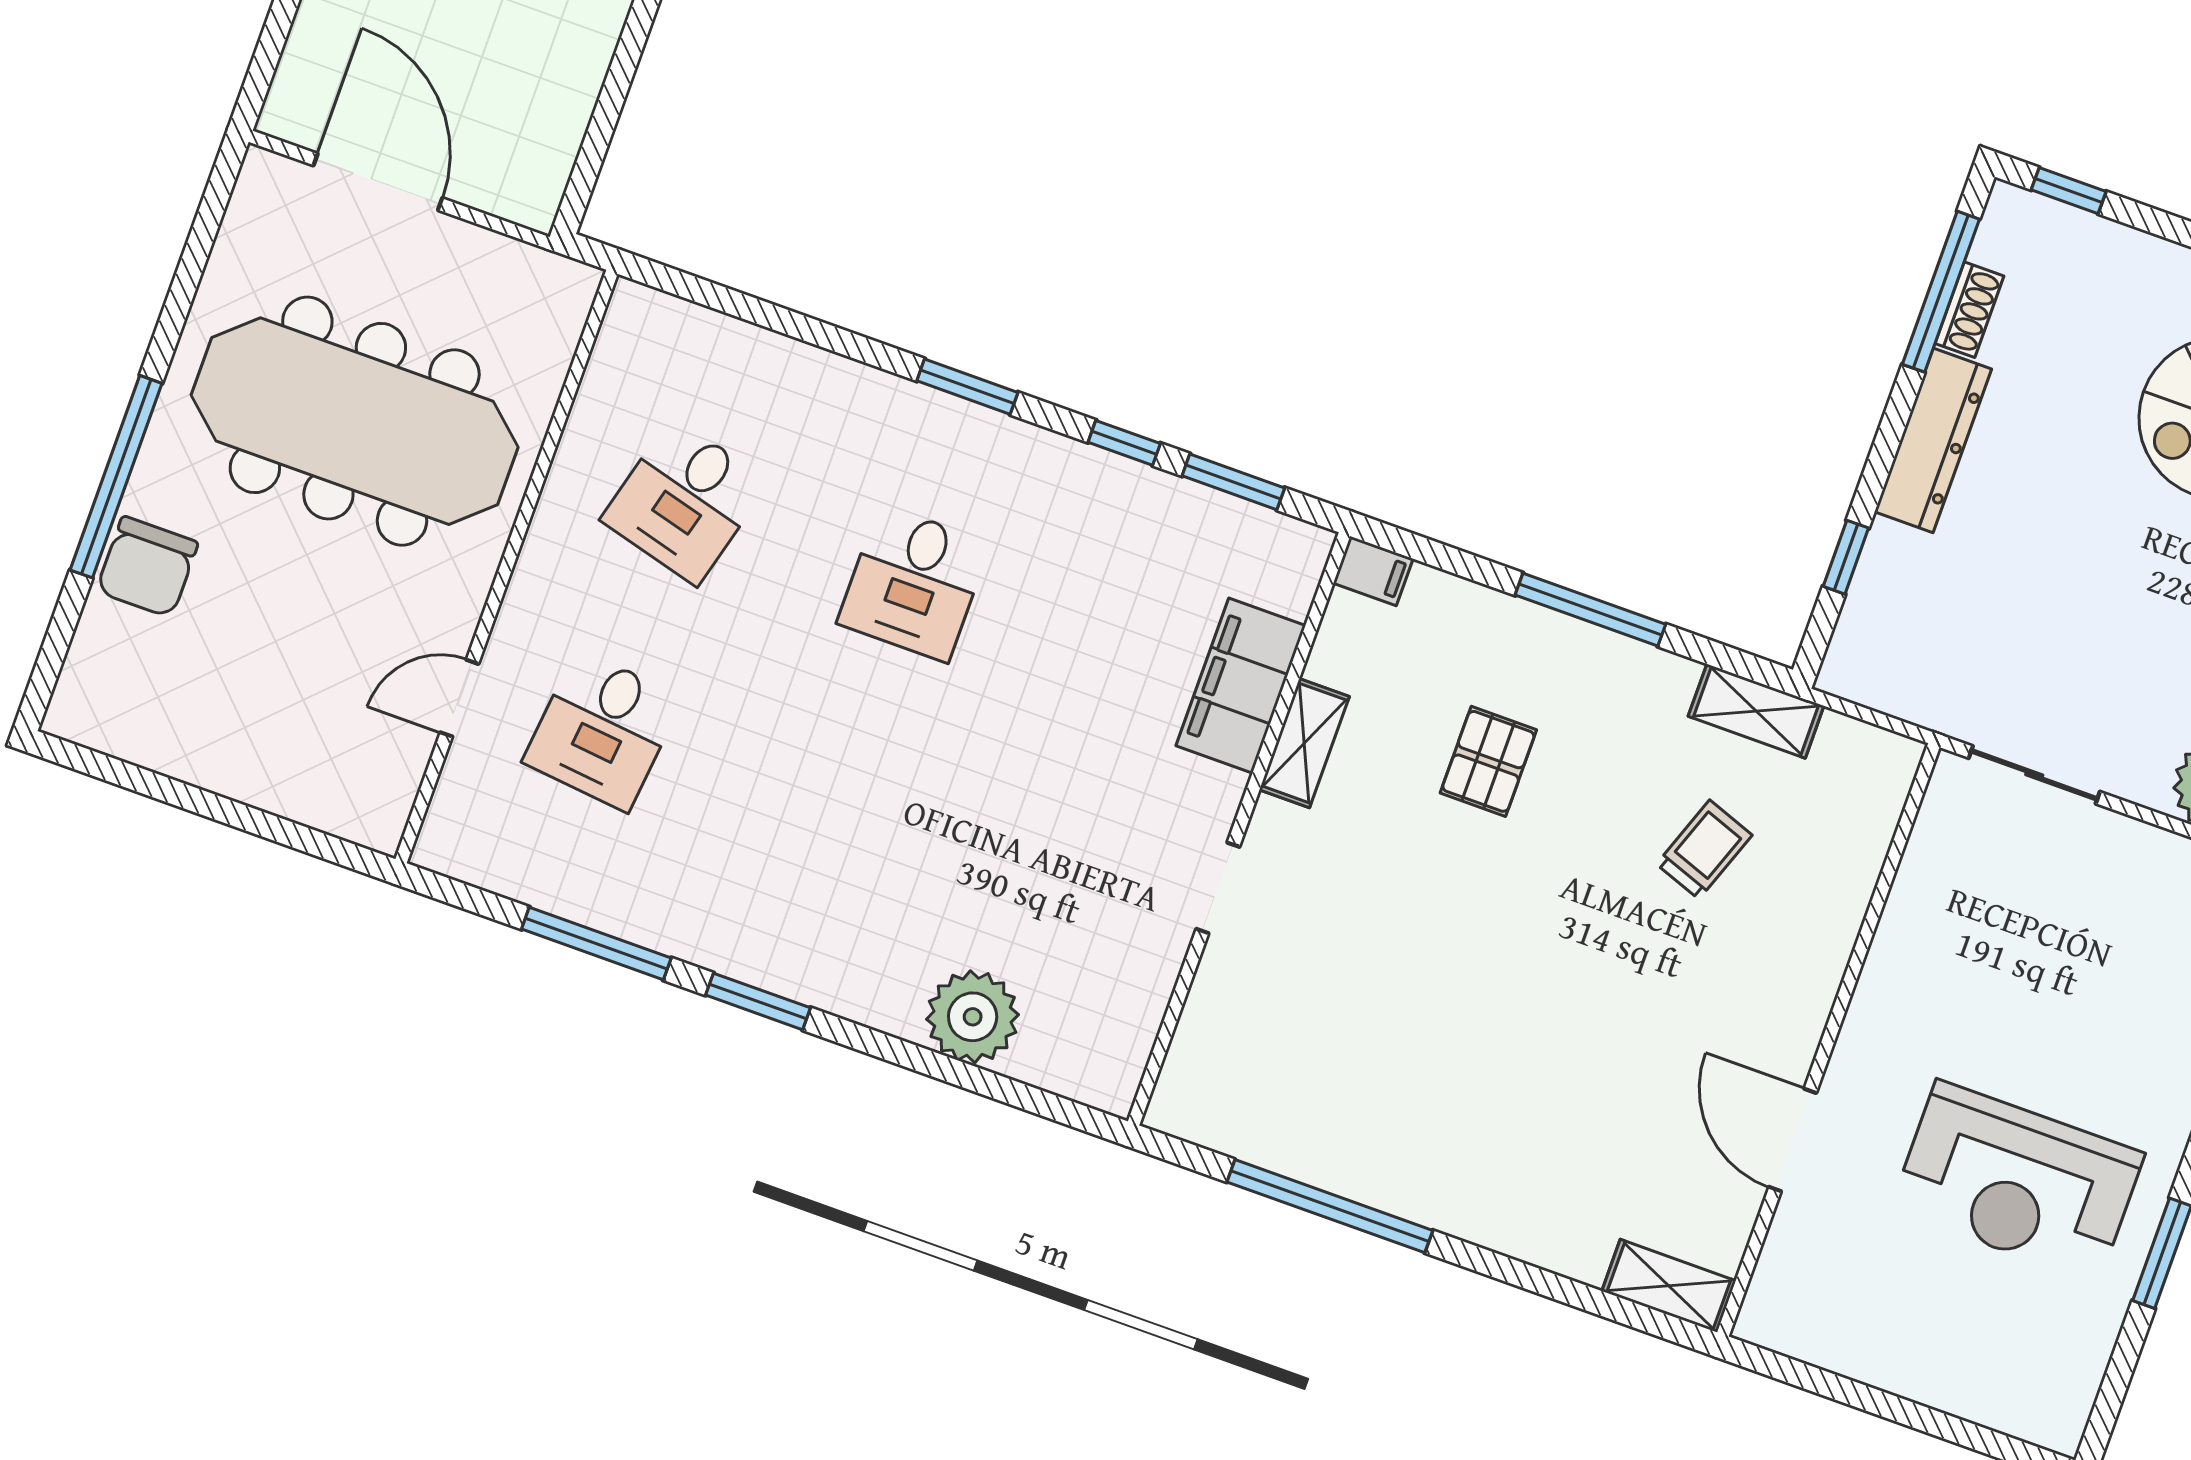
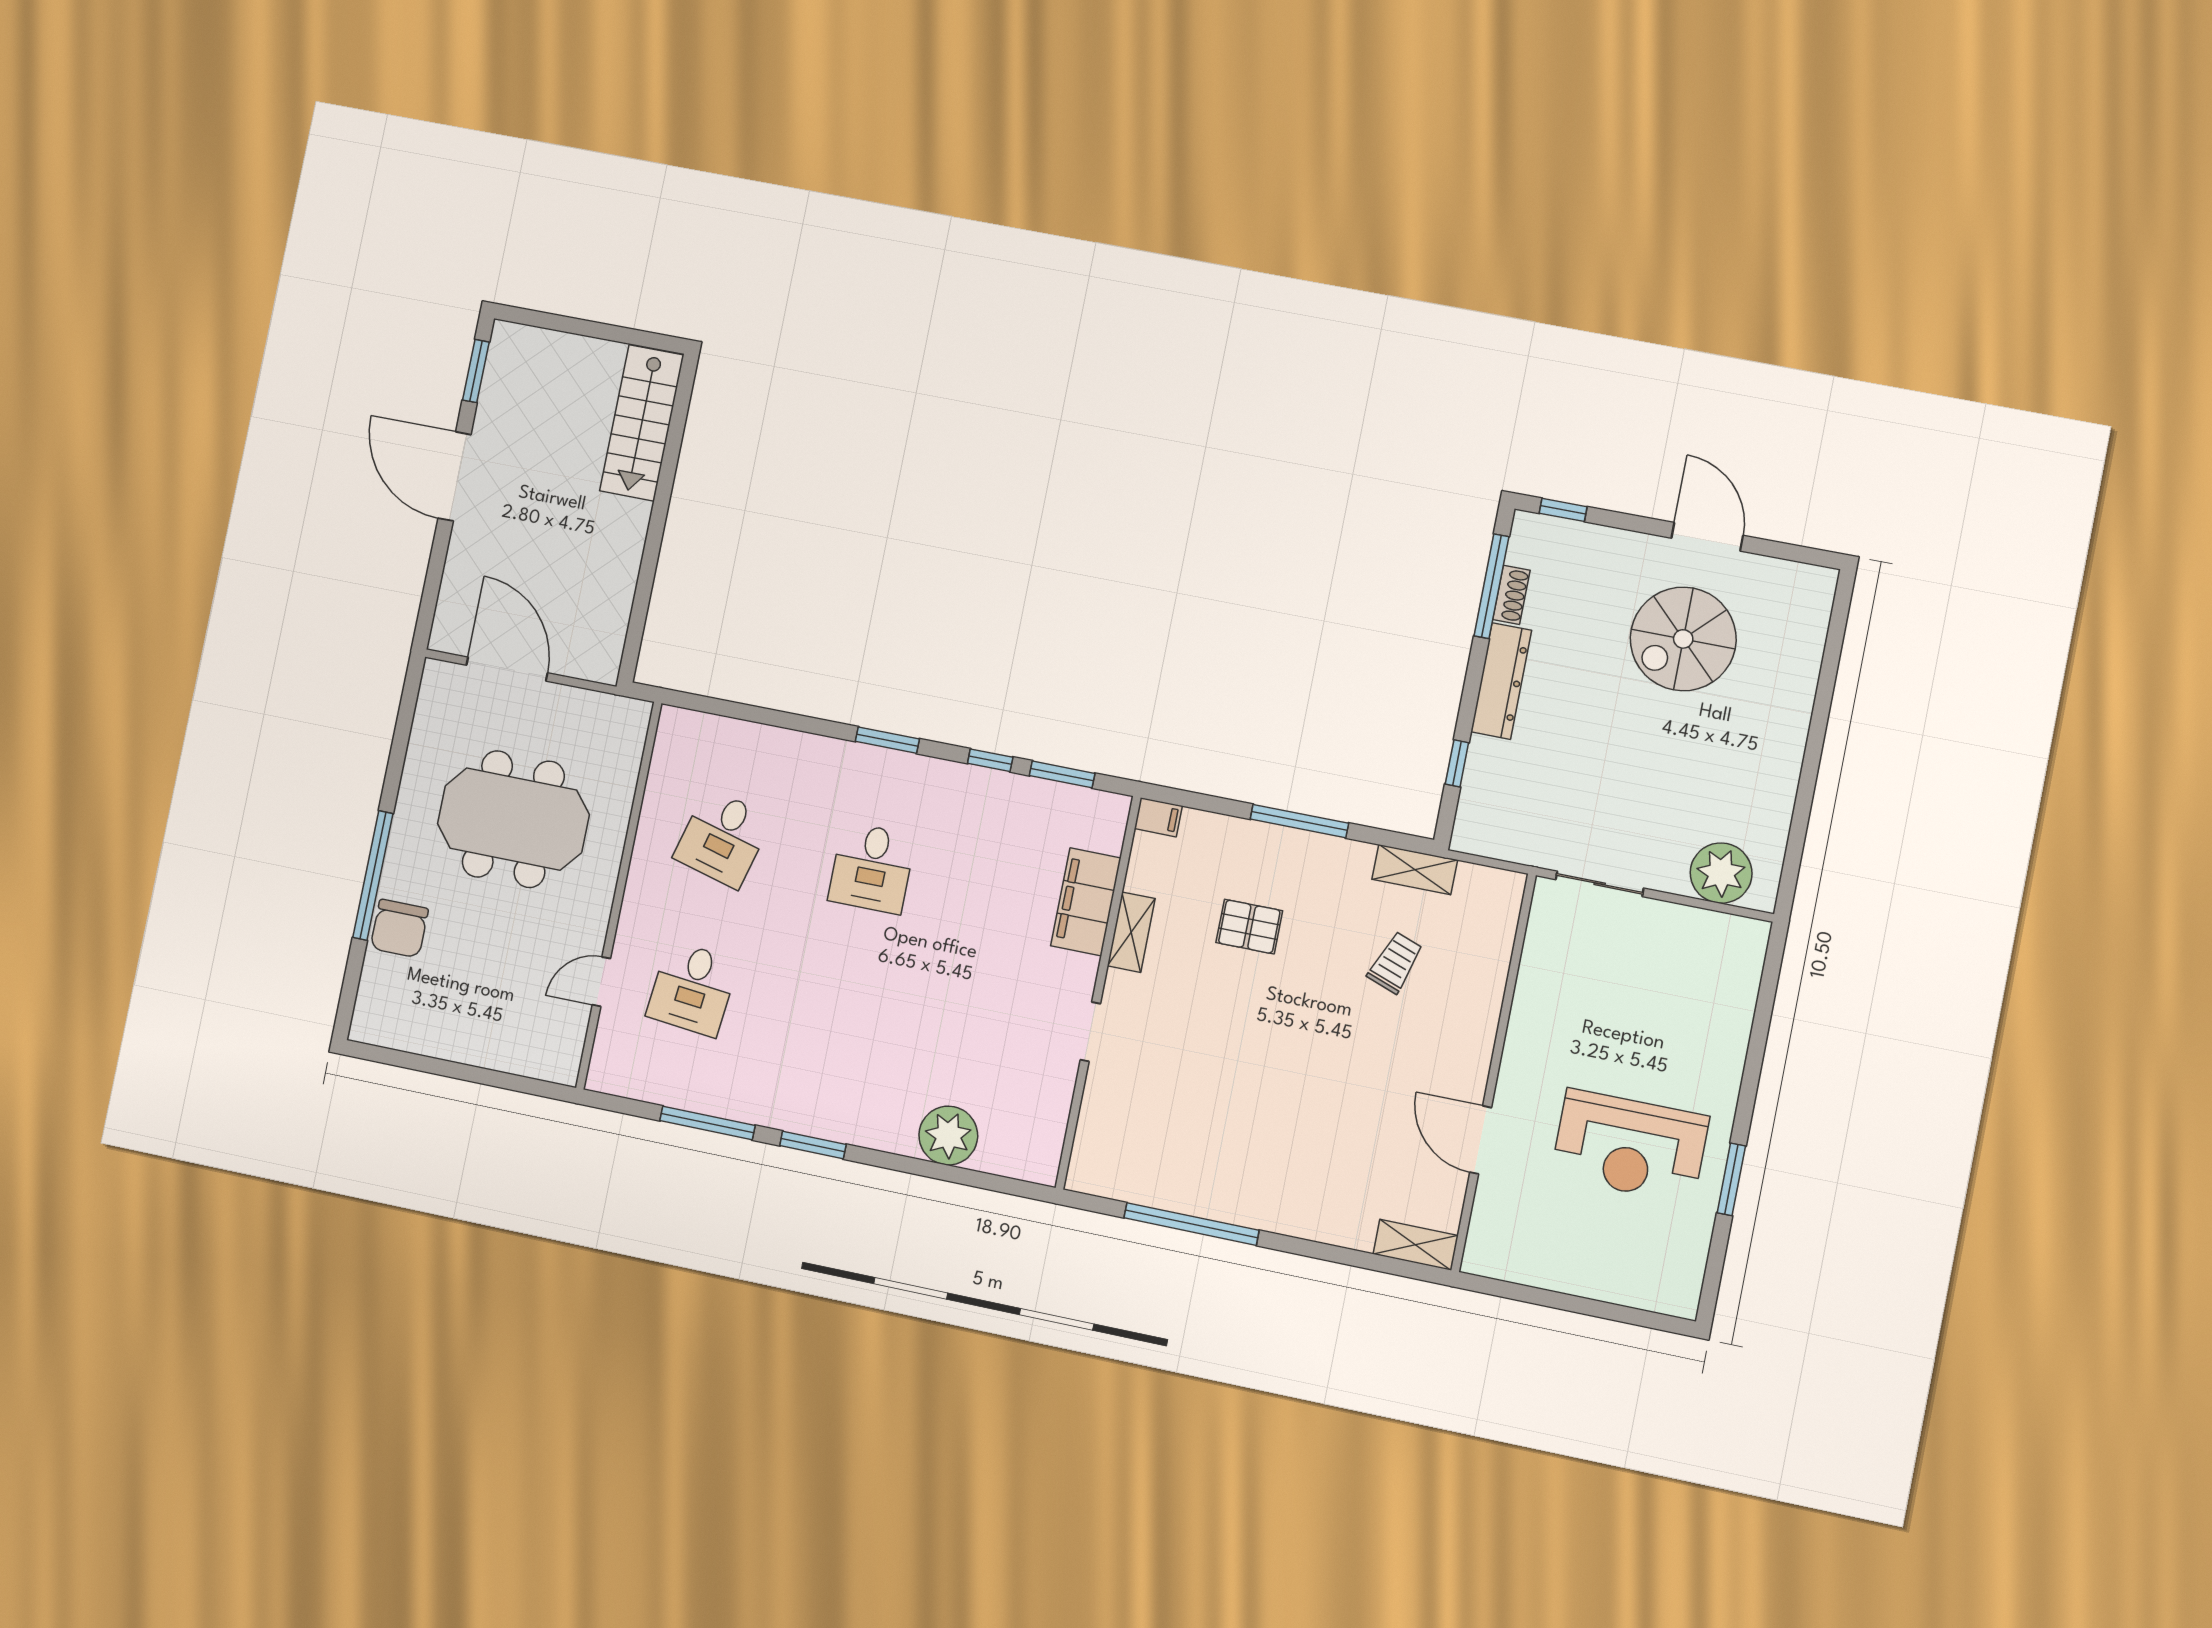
meeting table: (355, 421) -> (513, 819), width x0.73
pallet: (1488, 761) -> (1249, 927), turned 90

